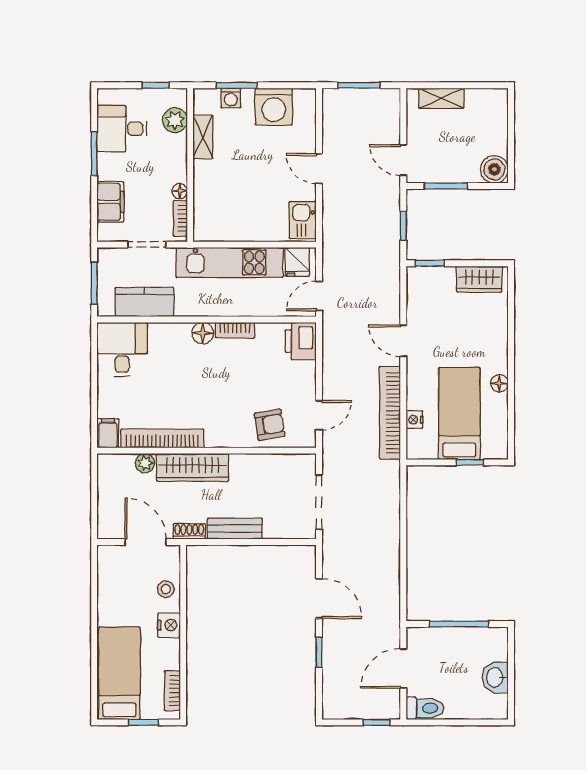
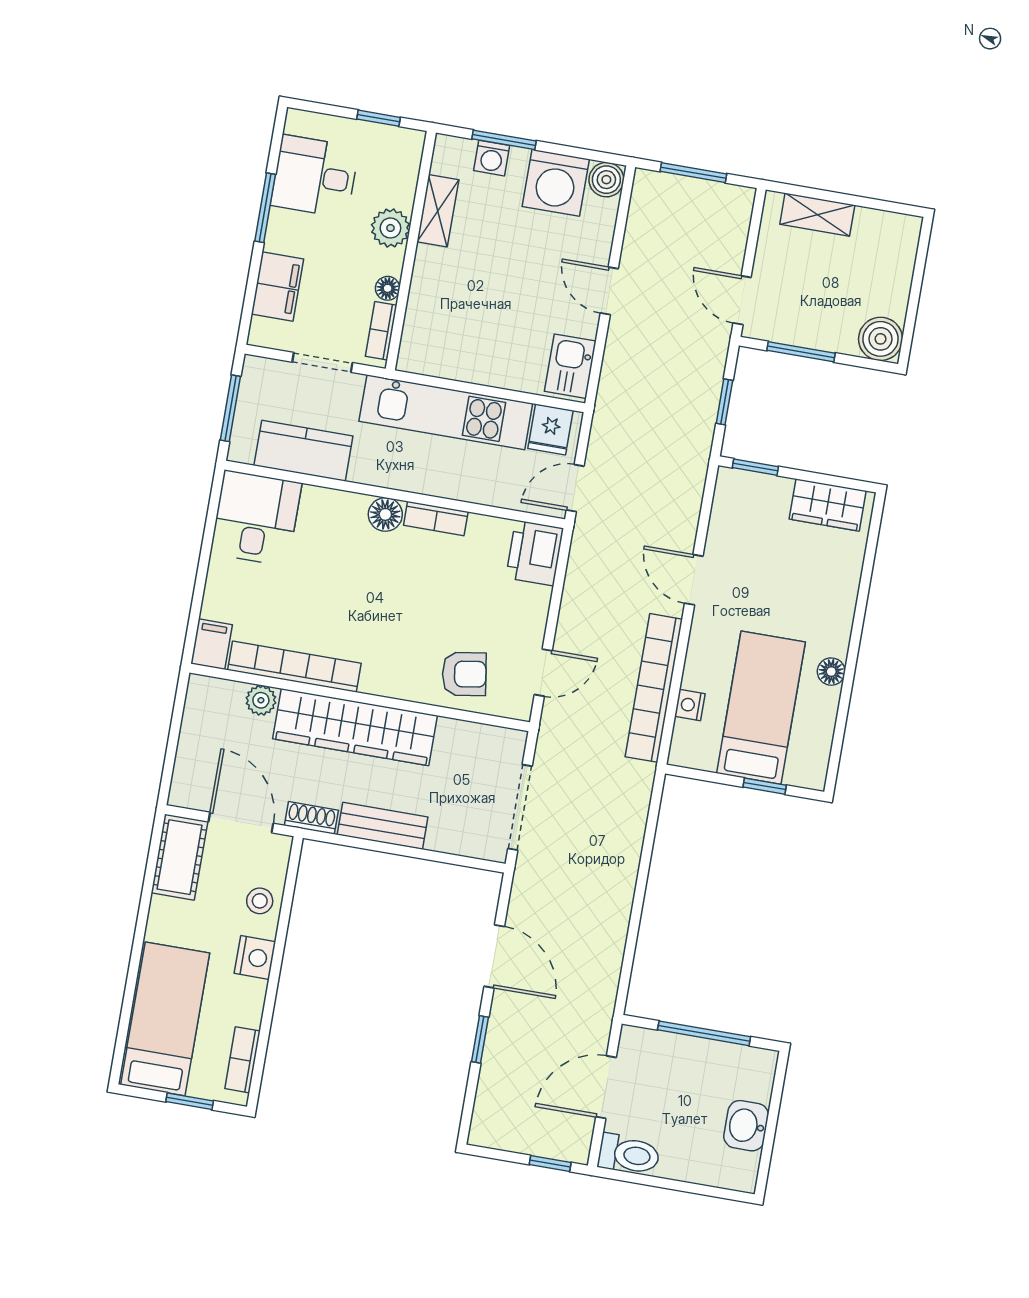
boiler: (305, 99) -> (606, 180), added
plant: (175, 120) -> (390, 228), moved
wardrobe: (192, 467) -> (355, 727), width x1.40, depth x1.17
cot: (111, 570) -> (180, 857), added

